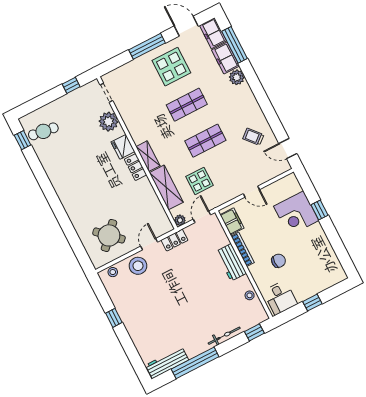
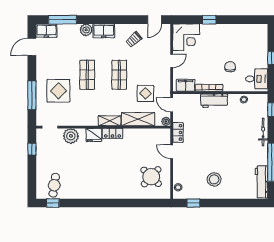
window: (147, 46) -> (32, 95), moved
freezer: (225, 58) -> (104, 31), moved
display table: (171, 67) -> (58, 91), moved
corner desk: (296, 213) -> (186, 37), moved
stool: (138, 266) -> (214, 179), moved
window: (114, 318) -> (193, 203), moved

